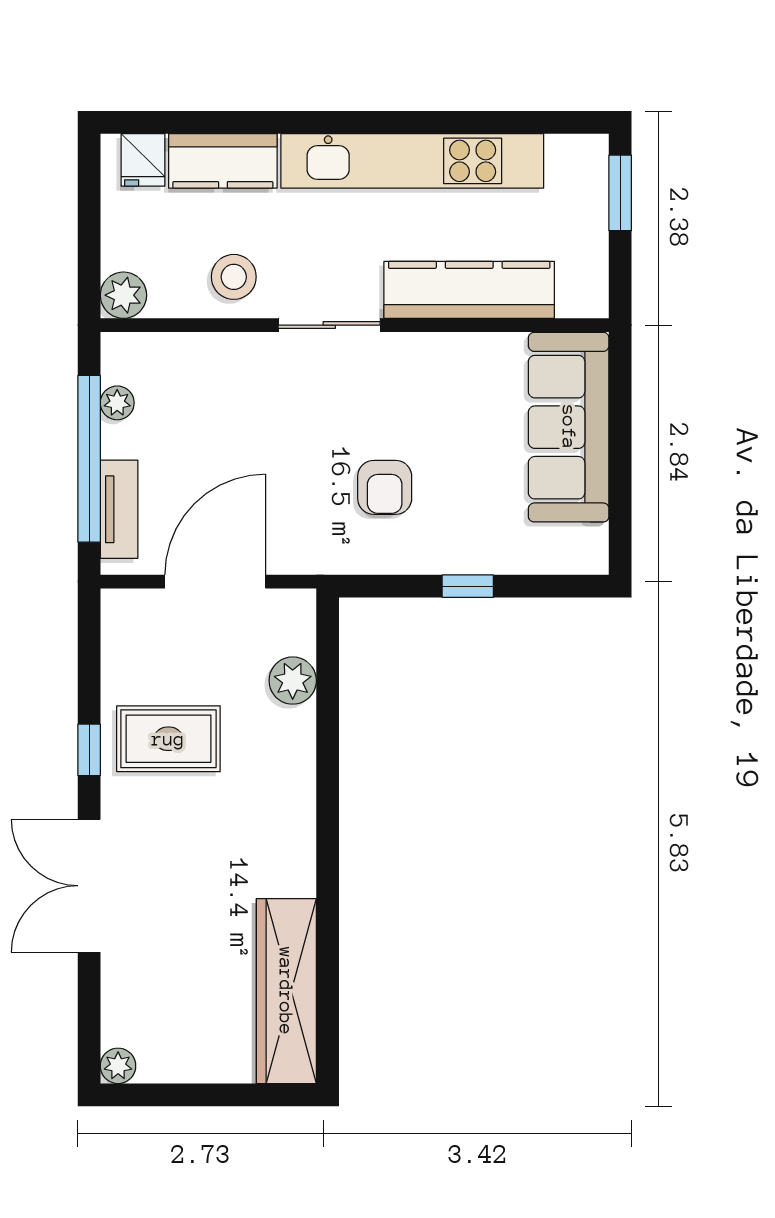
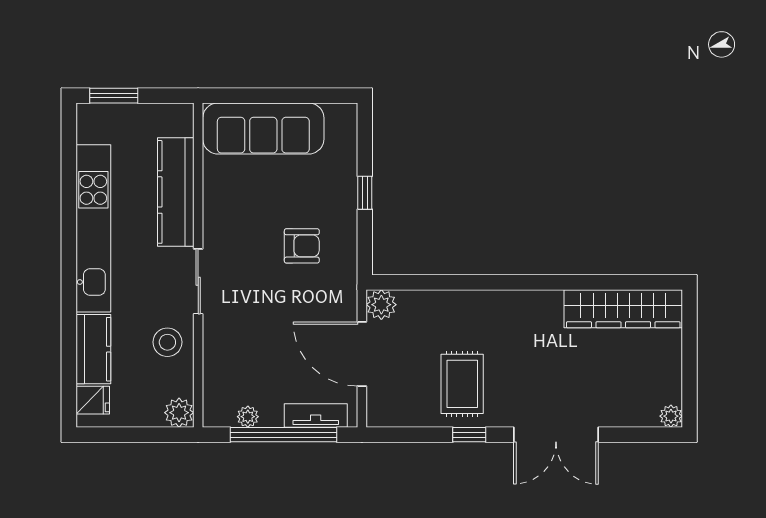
plant: (293, 681) -> (381, 305), moved

